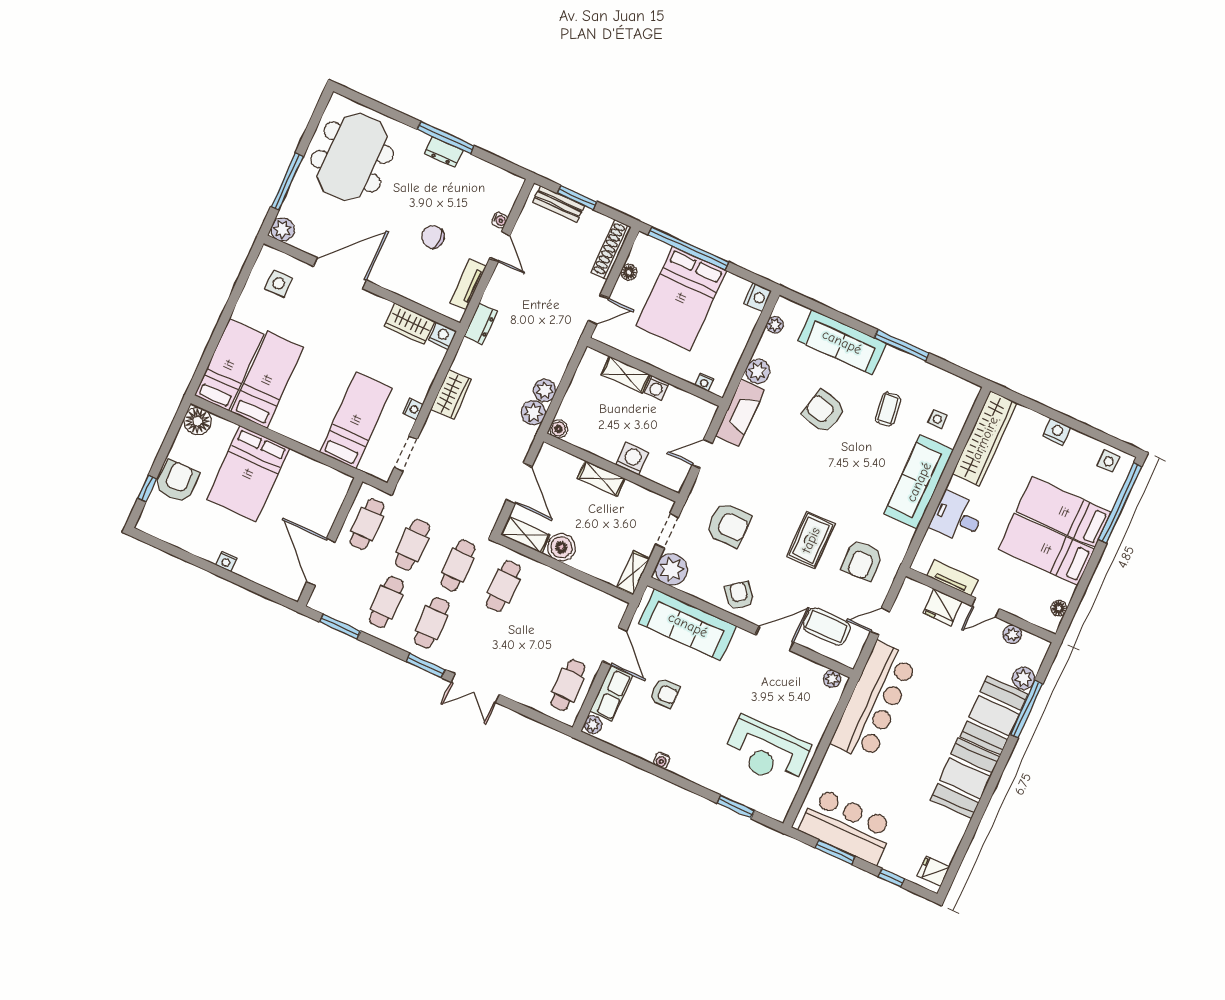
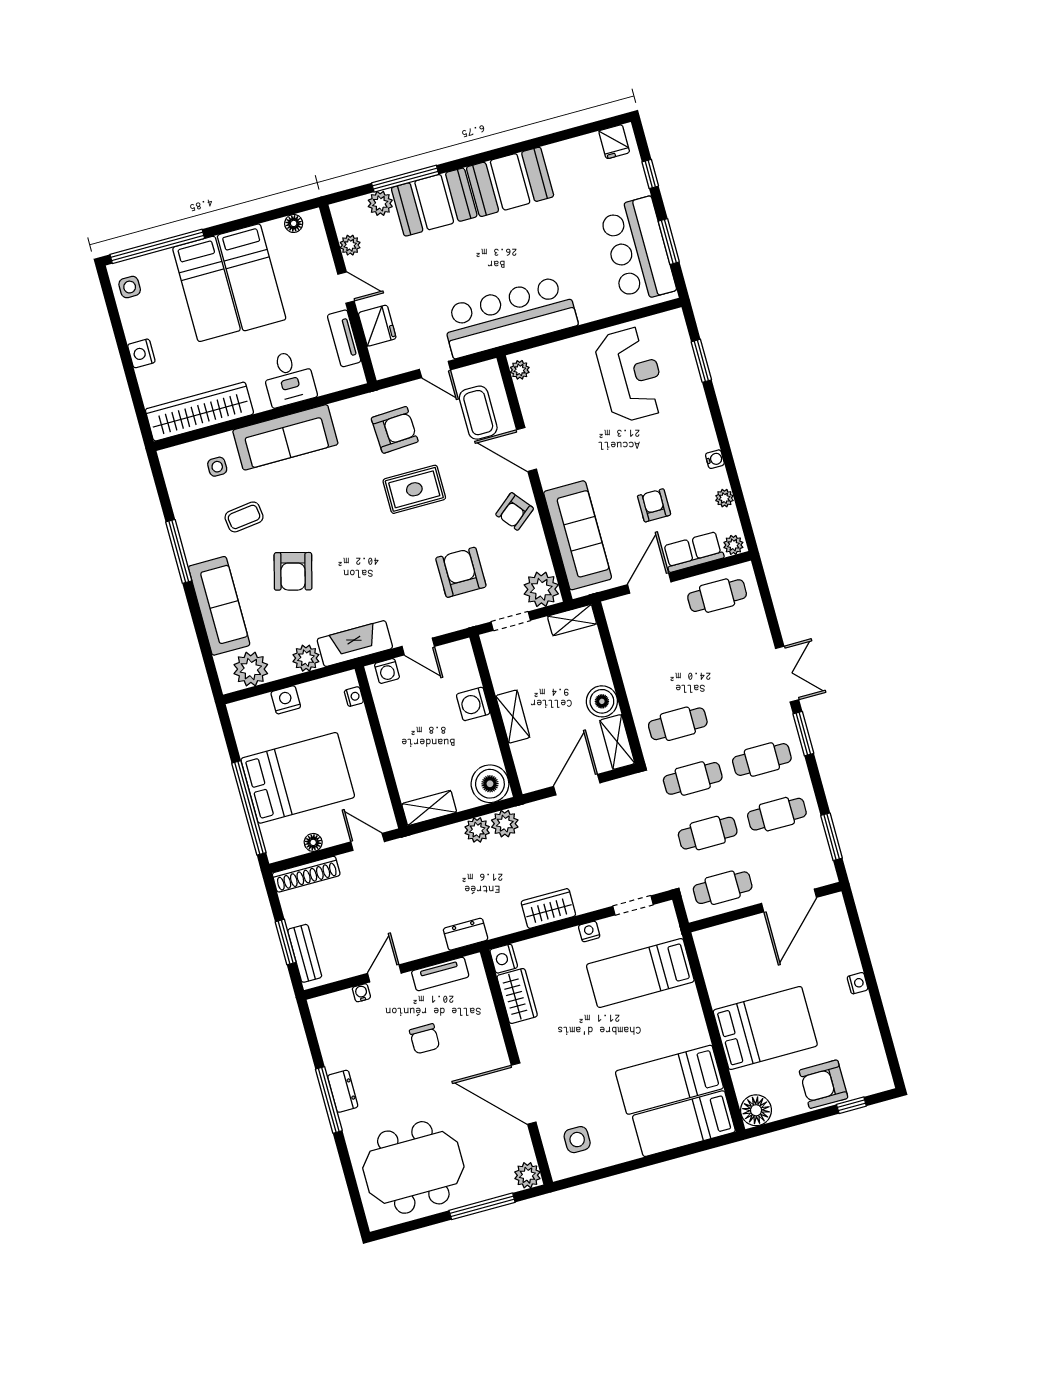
nightstand: (758, 297) -> (286, 700), moved
plant: (775, 325) -> (251, 669), width x1.88, depth x1.88
shelving: (626, 375) -> (429, 808), moved, turned 90
washing machine: (657, 388) -> (387, 671), moved, turned 90
boiler: (559, 429) -> (490, 784), width x1.86, depth x1.86
plant: (630, 745) -> (724, 498), added

